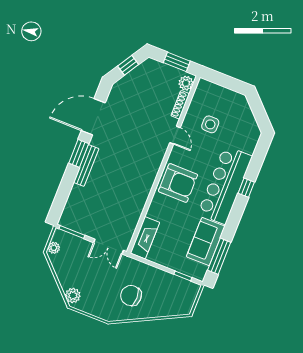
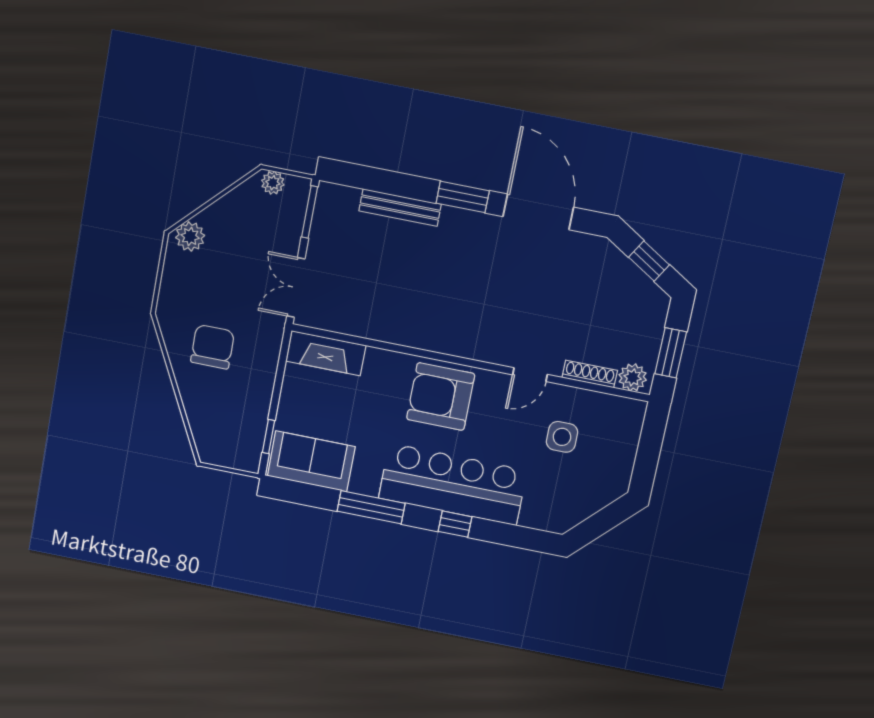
bench: (86, 165) -> (400, 207), moved
armchair: (178, 183) -> (441, 397), turned 90
sofa: (206, 242) -> (311, 461), moved
window: (219, 256) -> (371, 507), moved

